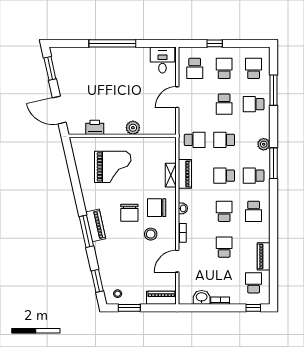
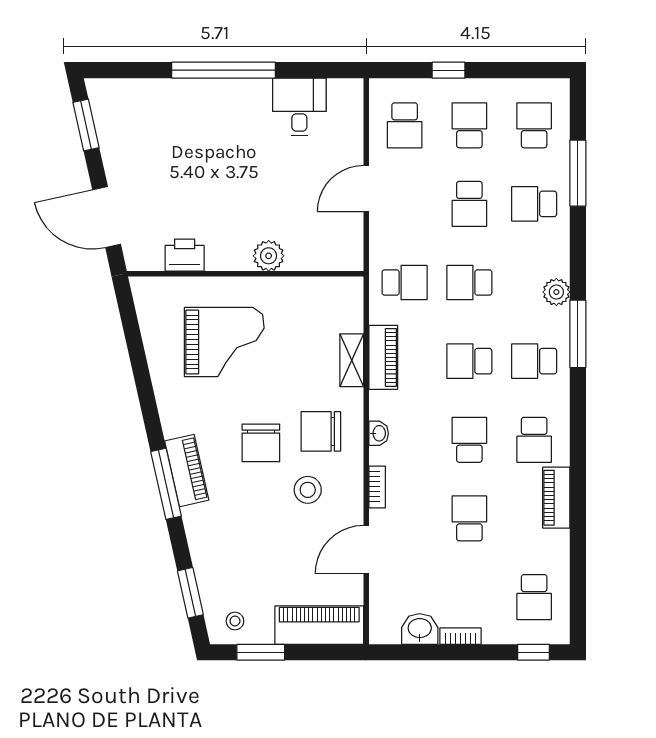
desk: (162, 60) -> (299, 107), moved
piano: (264, 256) -> (556, 498), moved
school desk: (254, 283) -> (534, 597), turned 180
piano: (161, 298) -> (319, 625), width x1.37, depth x1.33

